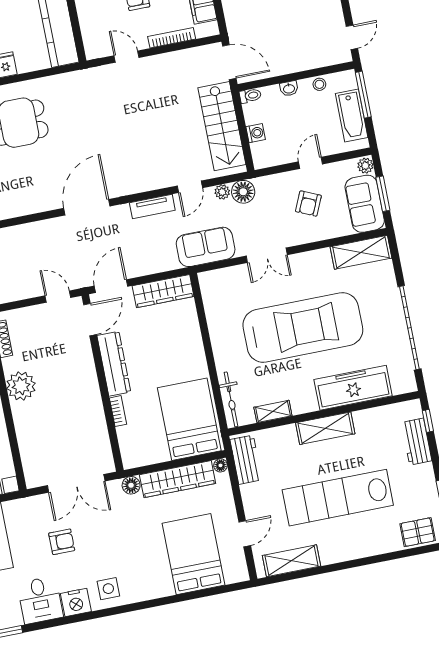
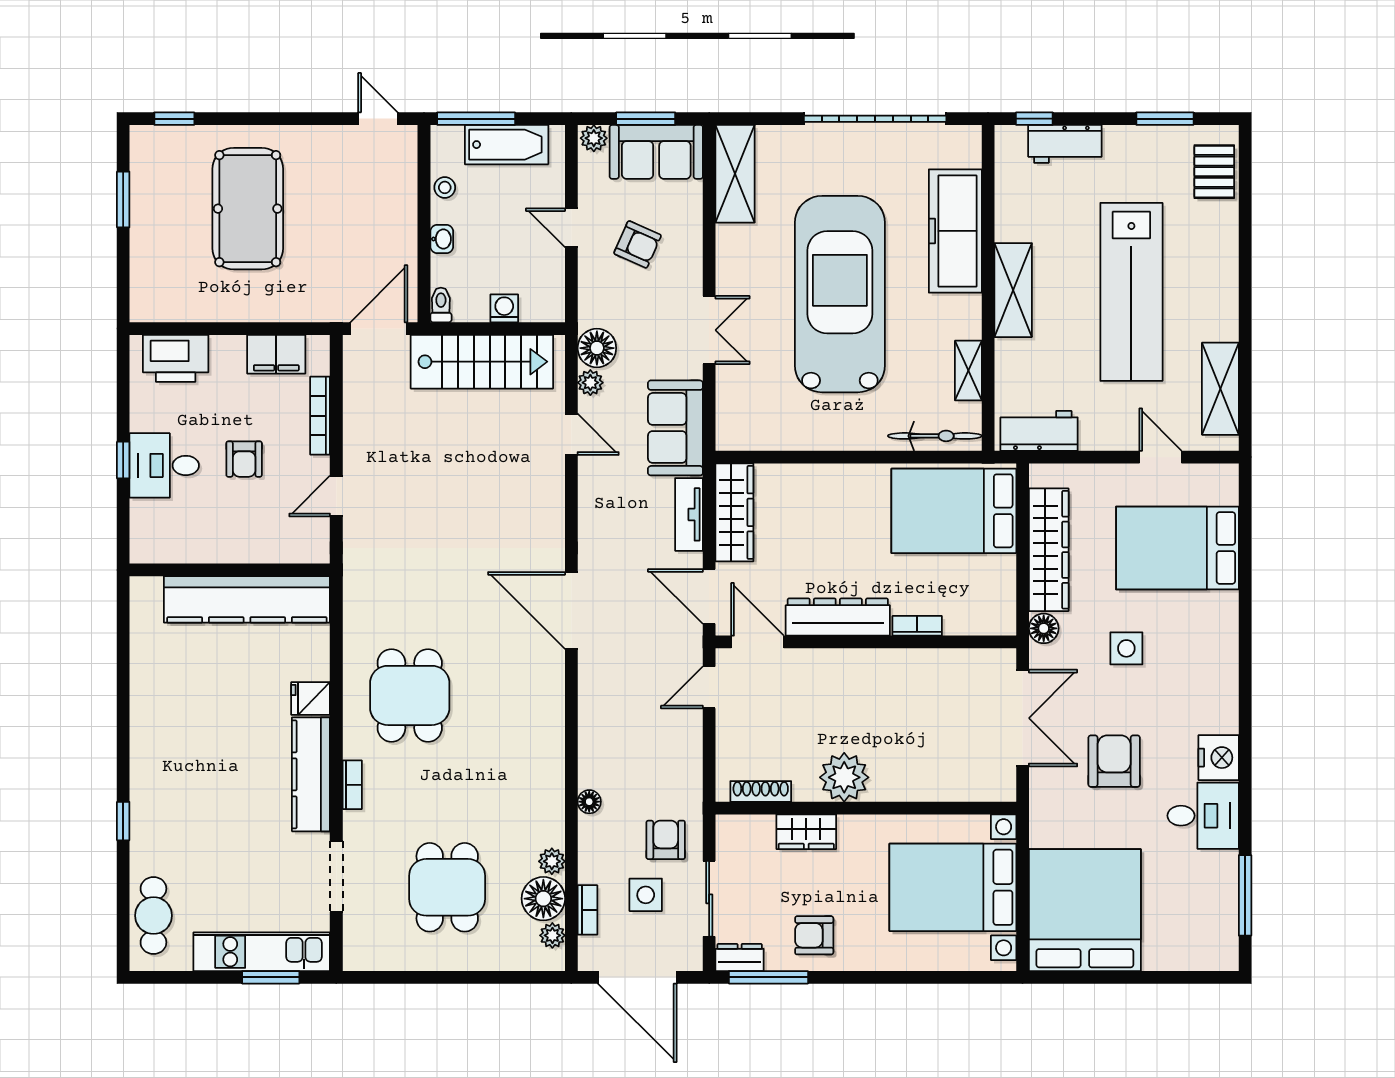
tv unit: (152, 206) -> (689, 514), moved, turned 180
floor lamp: (220, 465) -> (1040, 475), removed
armchair: (62, 542) -> (1114, 761), width x1.38, depth x1.38
side table: (108, 589) -> (1126, 648), moved

